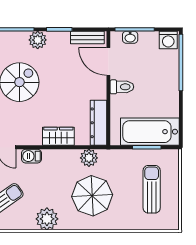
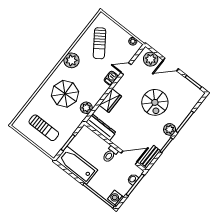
bathtub: (150, 132) -> (77, 165), moved, turned -90

